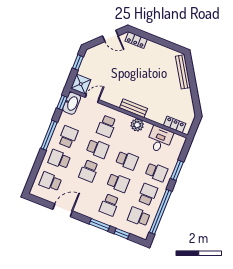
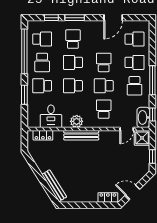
bench: (133, 108) -> (81, 135), width x1.36

